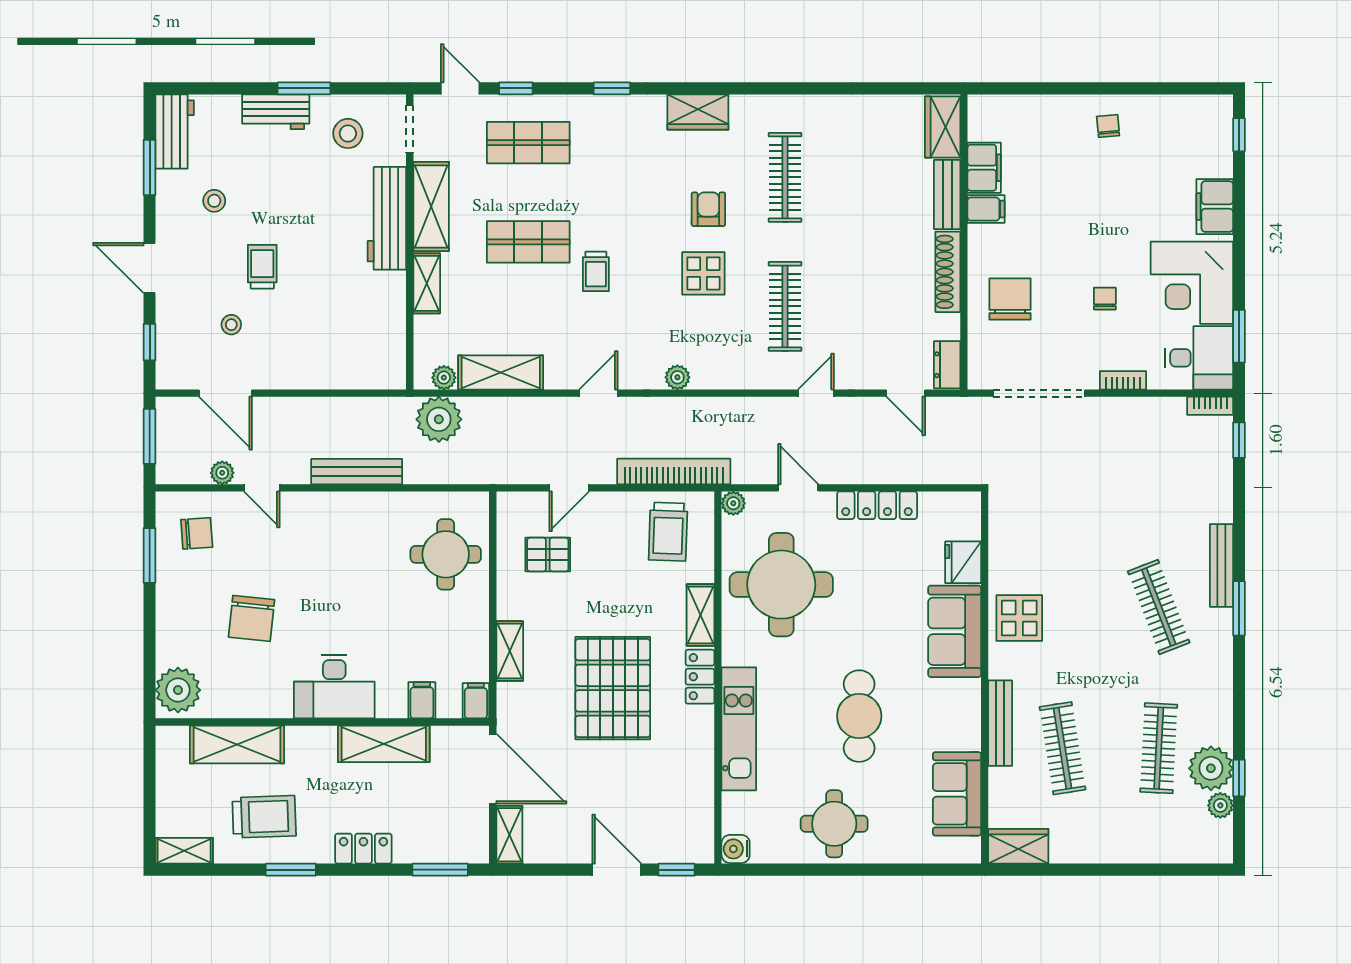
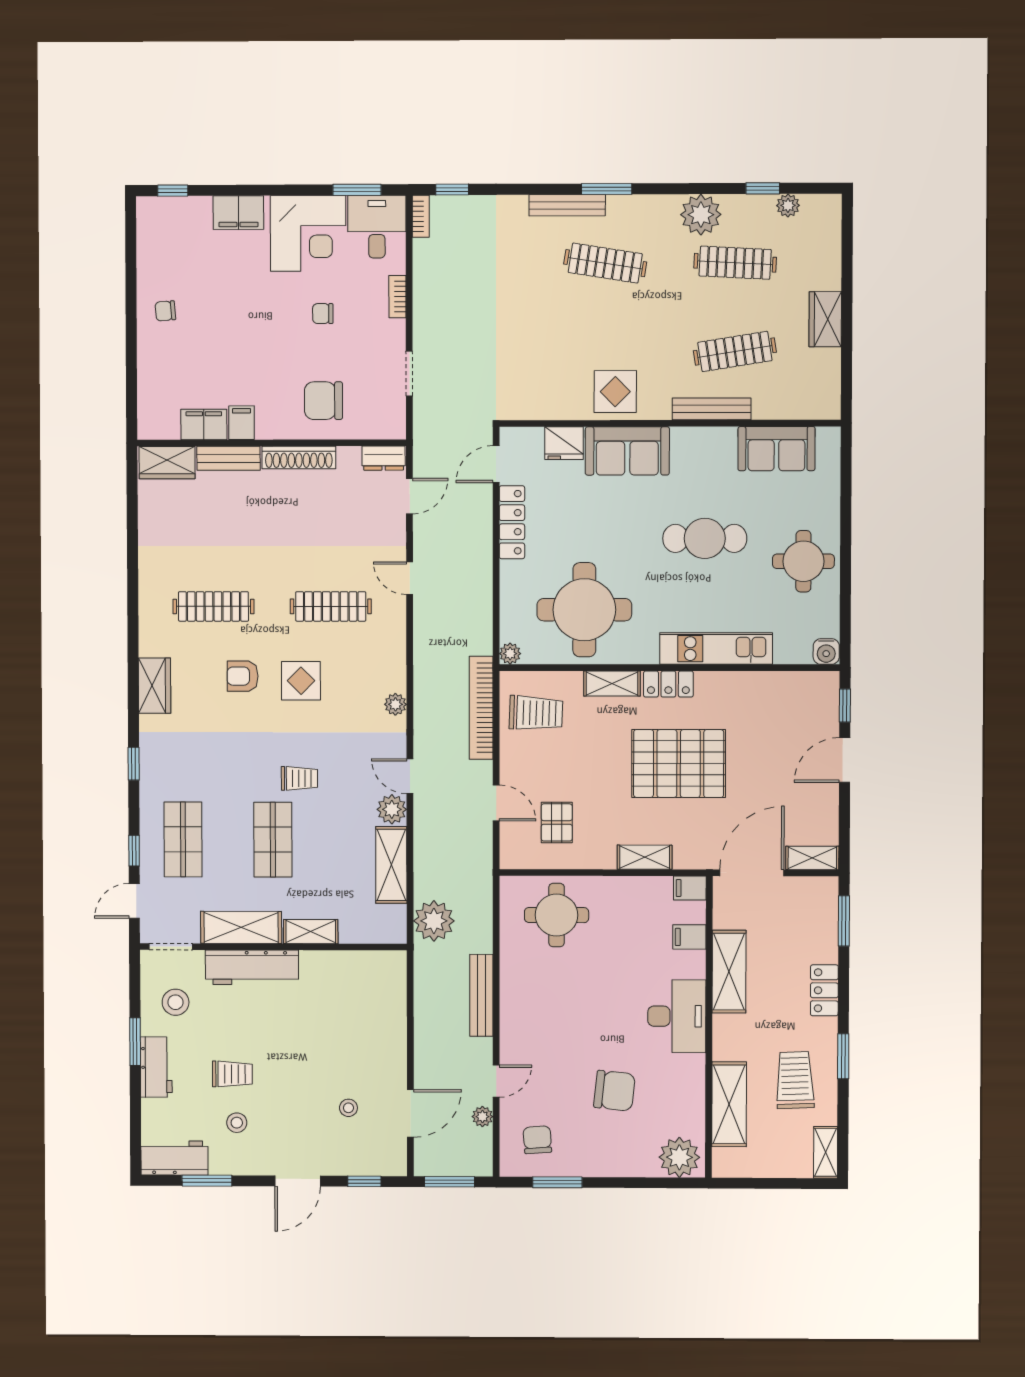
trolley: (262, 267) -> (232, 1074), moved, turned 180
plant: (444, 378) -> (392, 809), moved, width x1.38, depth x1.38
doorway: (1039, 393) -> (409, 374), width x0.53
door: (798, 488) -> (496, 464), moved
clothes rail: (1159, 607) -> (605, 263), turned 30
plant: (1211, 768) -> (701, 215), moved
wardrobe: (1018, 846) -> (825, 319), moved

